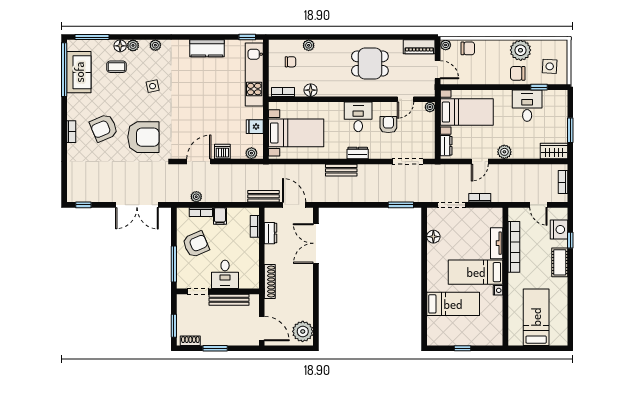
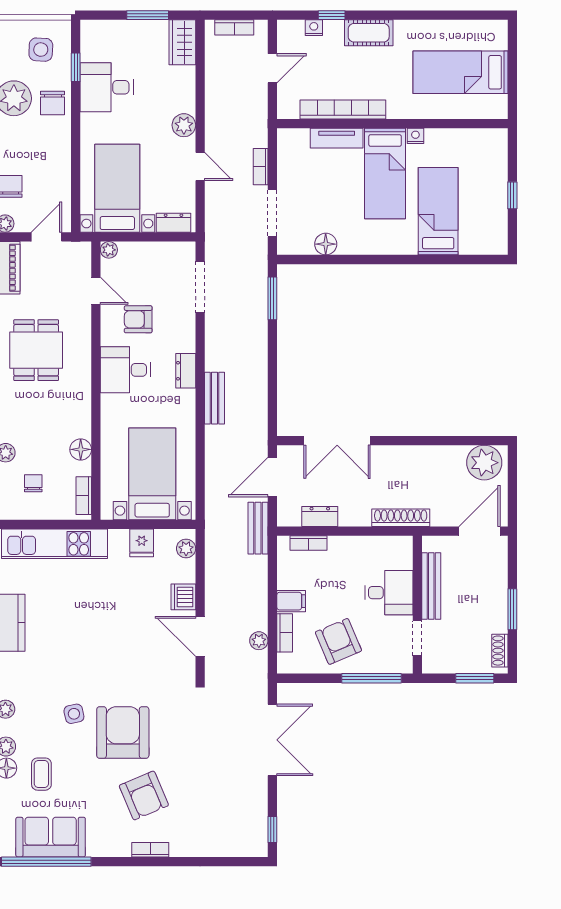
armchair: (143, 137) -> (123, 732), moved
nightstand: (559, 230) -> (314, 28), width x0.53, depth x0.56

